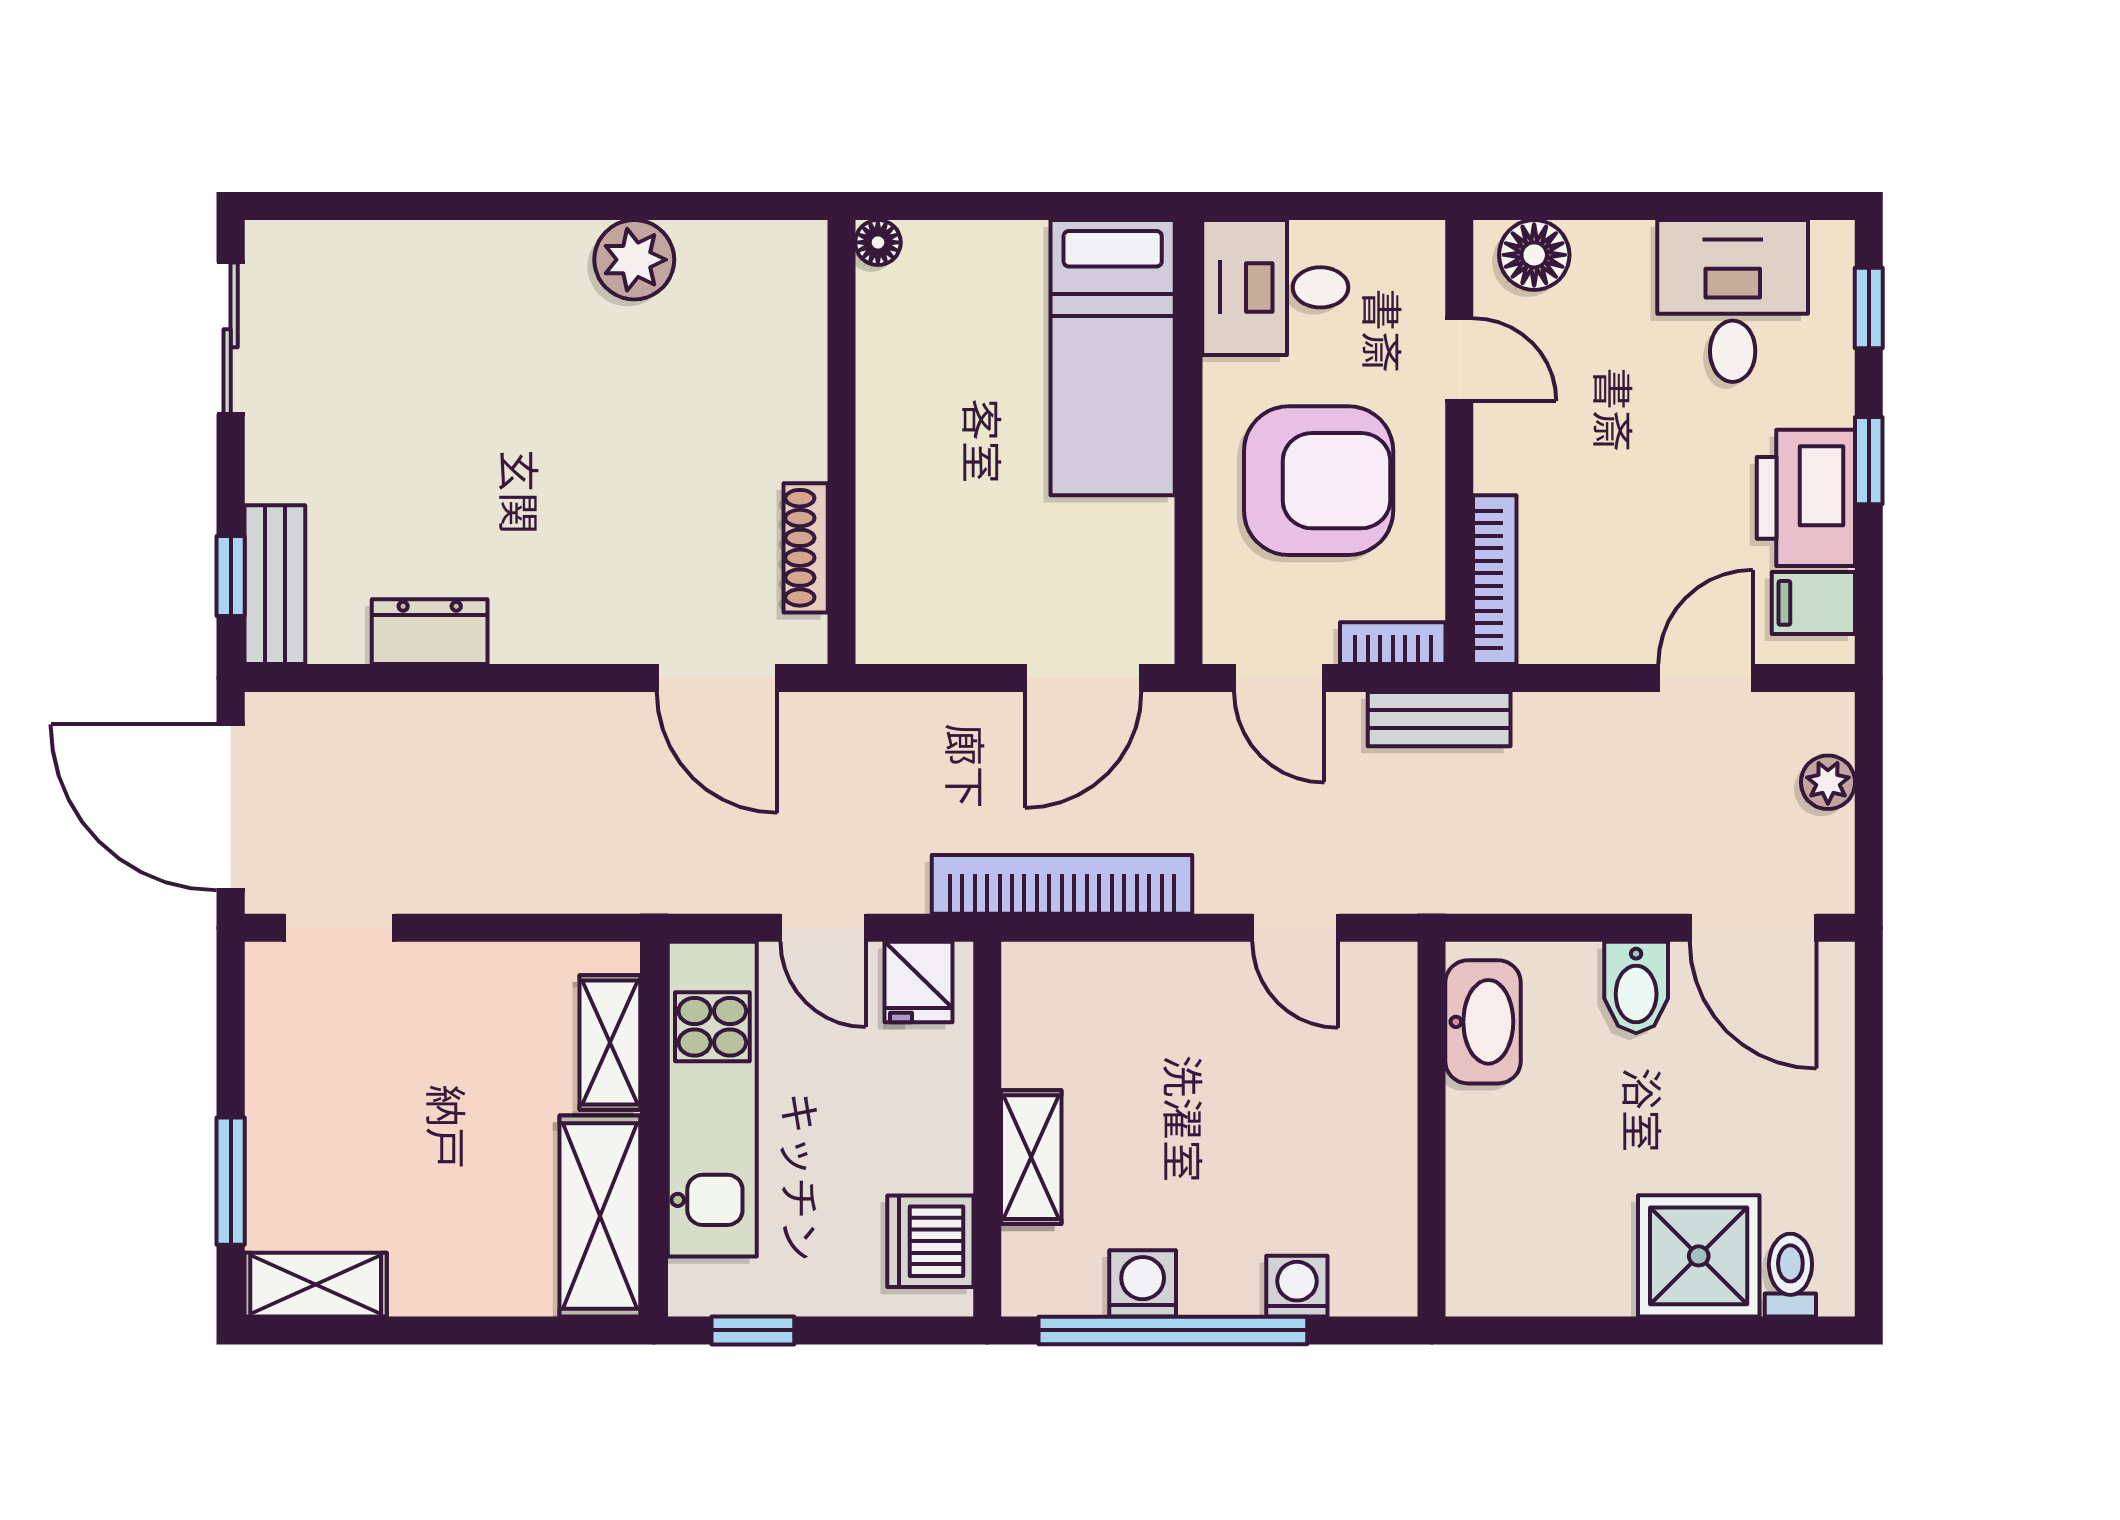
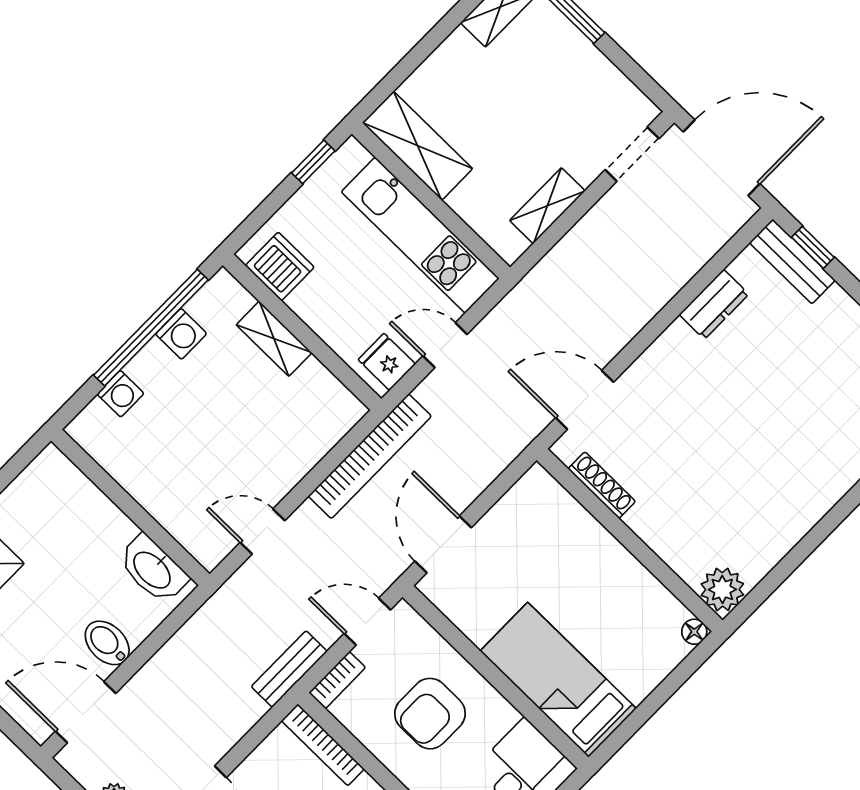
plant: (634, 260) -> (722, 589), moved
armchair: (1319, 481) -> (430, 714), width x0.73, depth x0.73
shelving: (610, 1043) -> (547, 206), moved, turned 90

